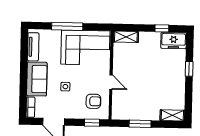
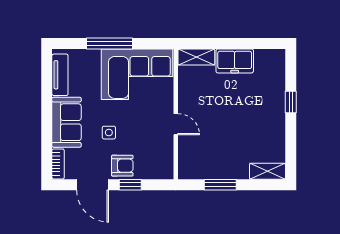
window: (162, 28) -> (249, 43), removed
freezer: (174, 41) -> (235, 61), moved
armchair: (93, 101) -> (122, 166), moved
window: (92, 123) -> (130, 185), moved

